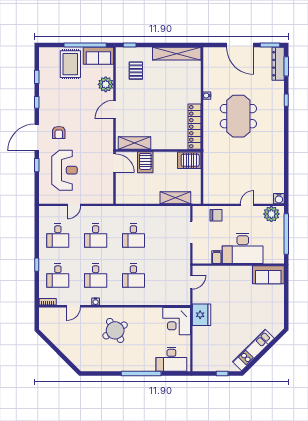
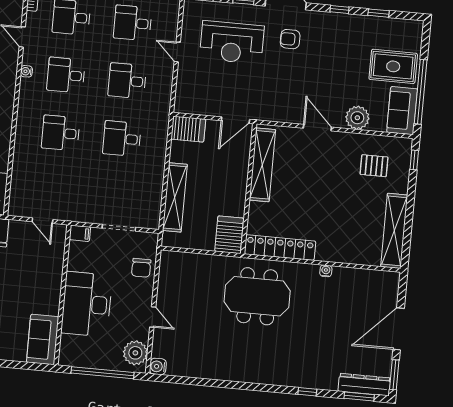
meeting table: (238, 116) -> (257, 296), moved
shelving: (134, 143) -> (262, 165), width x1.47
server rack: (145, 162) -> (188, 129), moved, turned 180
shelving: (175, 198) -> (175, 197), width x1.47
filing cabinet: (217, 257) -> (80, 233), moved

